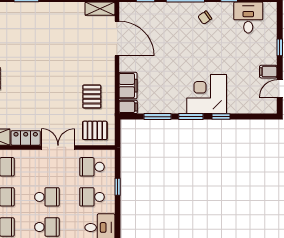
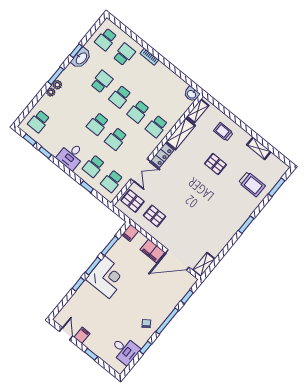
filing cabinet: (128, 86) -> (152, 251), moved
corner desk: (207, 94) -> (107, 277), moved
pallet: (95, 130) -> (132, 201), turned 90
school desk: (92, 167) -> (112, 181), turned 180
school desk: (92, 197) -> (94, 166), turned 180

